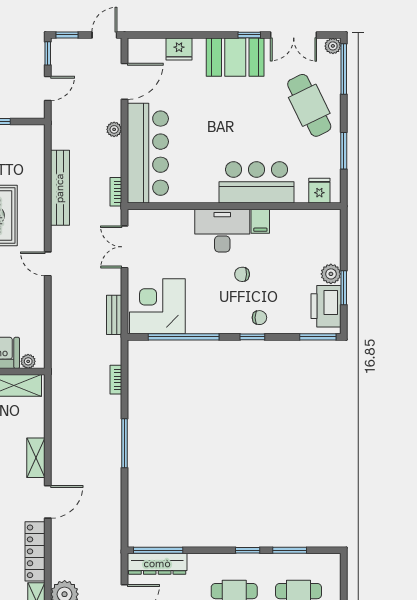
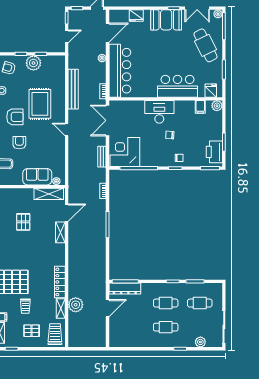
filing cabinet: (260, 221) -> (200, 107), moved
double door: (125, 247) -> (108, 120), width x1.37
plant: (331, 274) -> (217, 106), moved
door: (48, 502) -> (67, 213), moved

